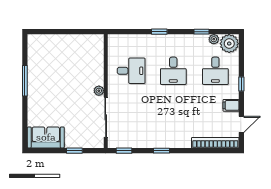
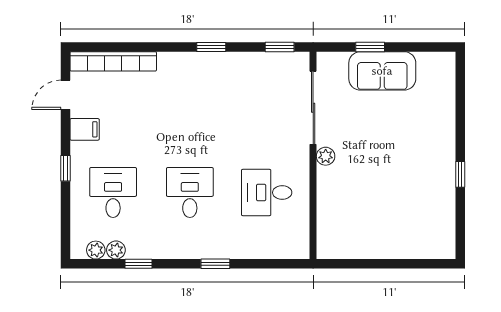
plant: (229, 44) -> (96, 250), width x0.53, depth x0.53
window: (25, 81) -> (460, 174), width x0.46
sofa: (46, 137) -> (382, 71), moved

